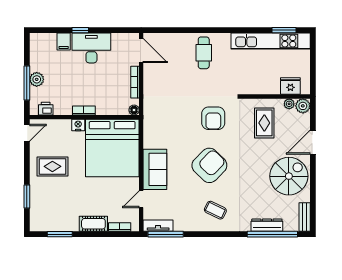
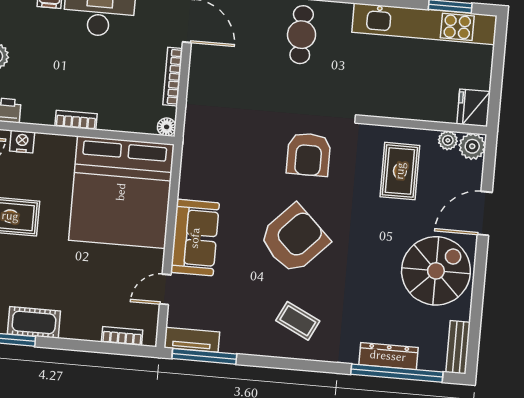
fridge: (290, 86) -> (474, 108), moved, turned -90
nightstand: (78, 125) -> (22, 142), moved
cot: (93, 224) -> (34, 322), moved

